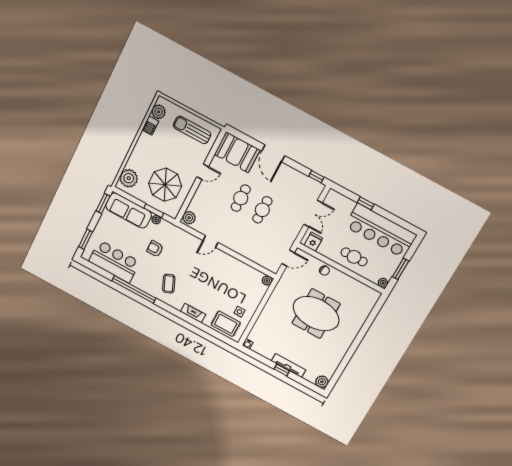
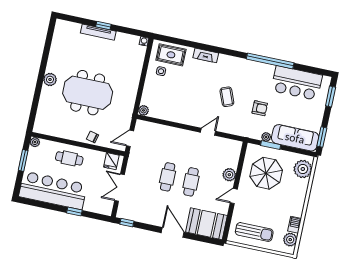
plant: (189, 218) -> (229, 175), moved
coffee table: (169, 284) -> (227, 97), moved
plant: (322, 382) -> (50, 80), moved

